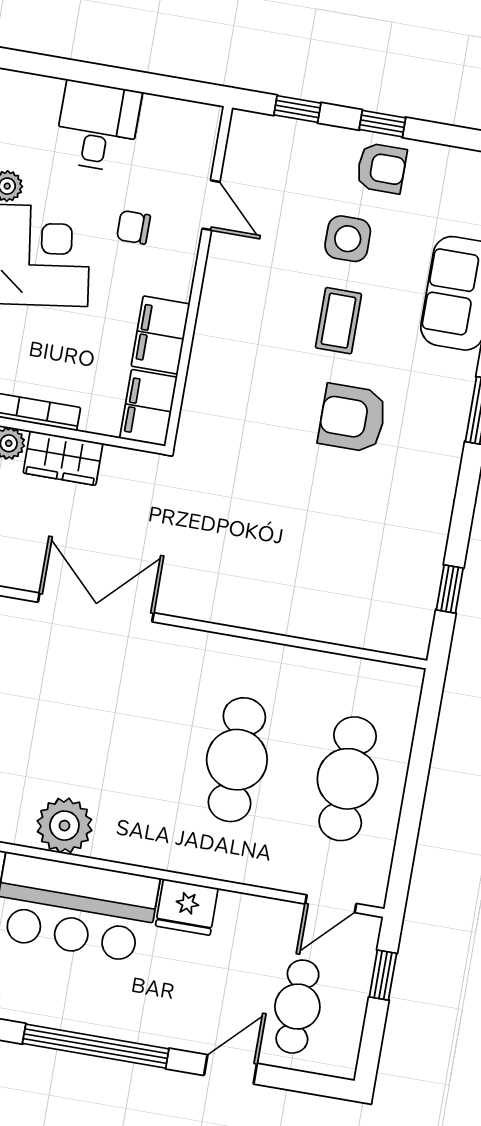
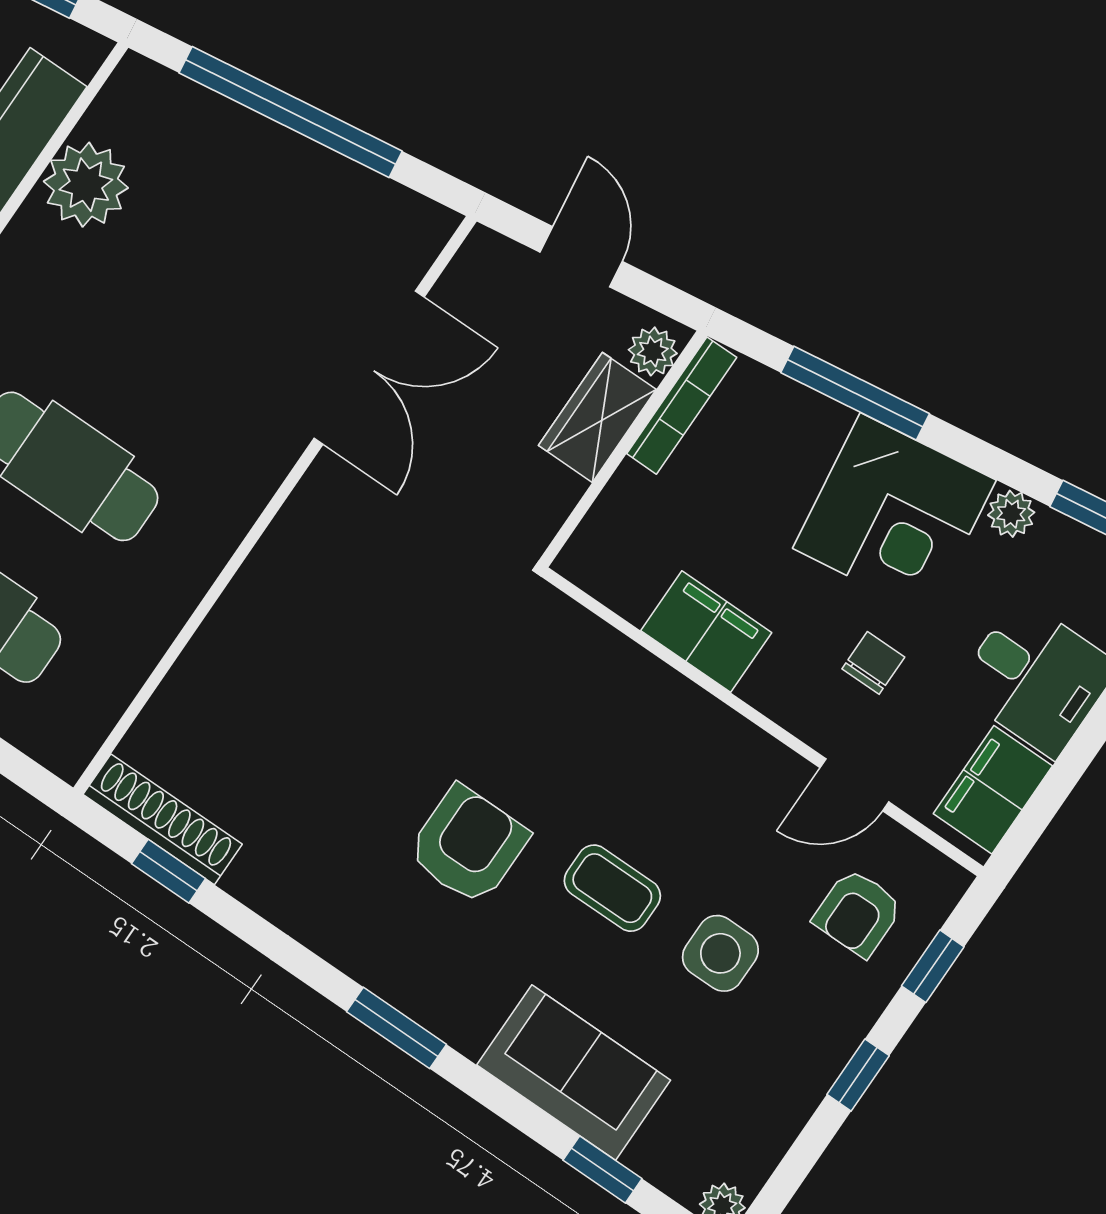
armchair: (381, 168) -> (858, 913), moved
filing cabinet: (148, 408) -> (993, 790), moved, turned -90
shoe rack: (420, 607) -> (163, 819), added

